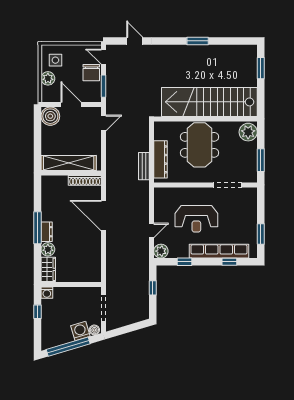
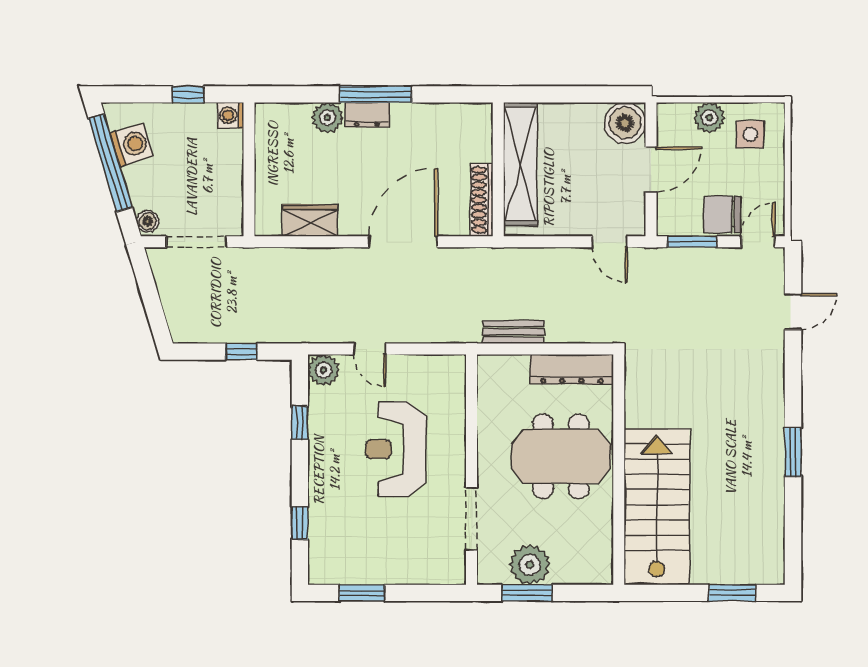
stairs: (209, 102) -> (657, 507), width x0.73
plant: (248, 132) -> (530, 565), moved
dresser: (161, 159) -> (572, 369), moved
row of seats: (219, 251) -> (324, 500), removed
wardrobe: (48, 269) -> (310, 221), moved, turned 180
washing machine: (80, 331) -> (132, 145), moved

